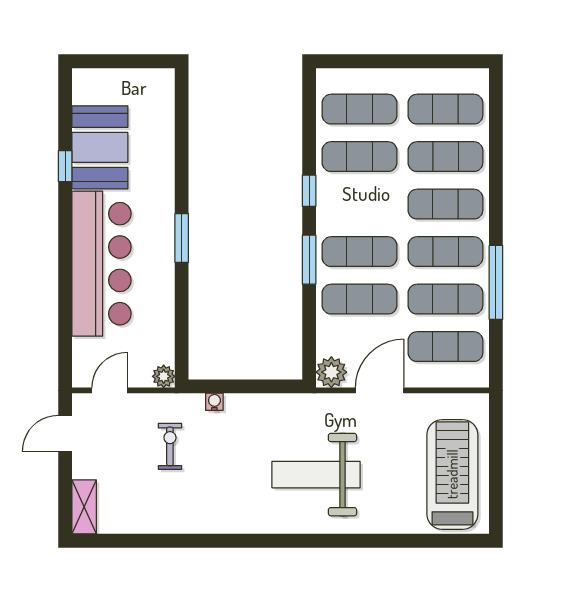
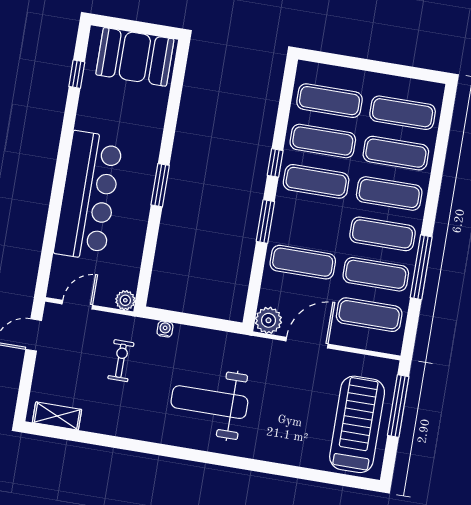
booth: (100, 147) -> (135, 57), moved, turned 90
window: (65, 166) -> (77, 74), moved
exercise mat: (360, 252) -> (316, 181), moved
window: (496, 446) -> (398, 406), added
weight bench: (316, 475) -> (209, 402), moved
shelving: (84, 507) -> (57, 416), moved, turned 90

